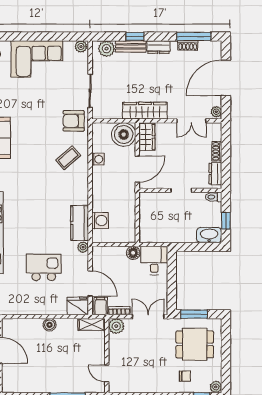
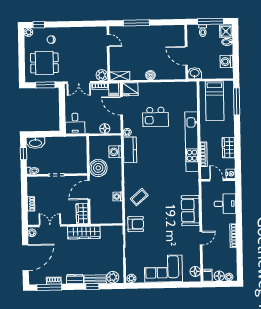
boiler: (124, 135) -> (98, 168), moved
dresser: (215, 174) -> (32, 188), removed
floor lamp: (133, 253) -> (105, 128), moved

